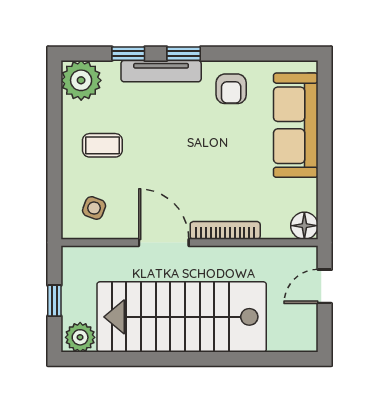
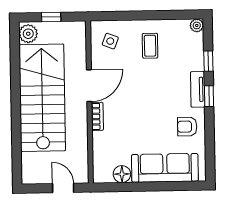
tv unit: (161, 71) -> (198, 89), width x0.71
plant: (81, 80) -> (197, 25), width x0.53, depth x0.53
floor lamp: (304, 226) -> (122, 174), moved
bookcase: (225, 230) -> (97, 116), width x0.64

